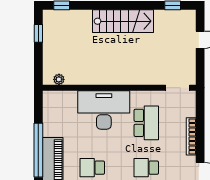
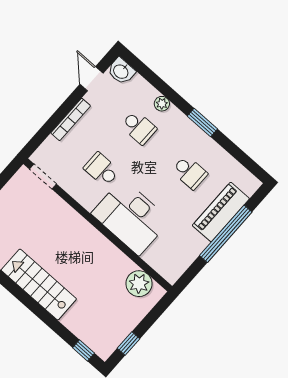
plant: (59, 79) -> (139, 284), width x1.87, depth x1.87
school desk: (146, 123) -> (102, 170), width x0.54

